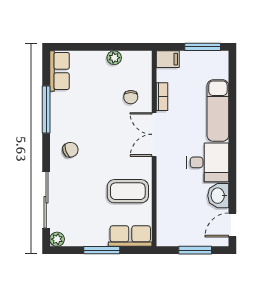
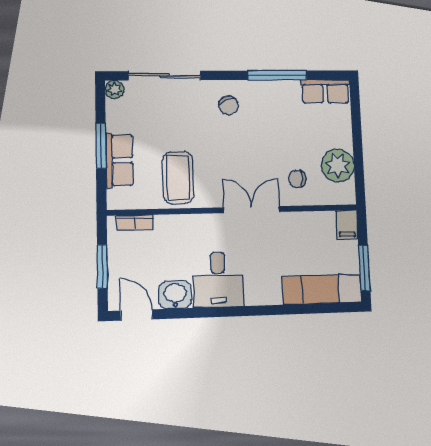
plant: (114, 58) -> (338, 165), width x1.88, depth x1.88
bookcase: (162, 97) -> (135, 222), moved
exam couch: (218, 111) -> (322, 289), moved
row of seats: (130, 236) -> (120, 160), moved

